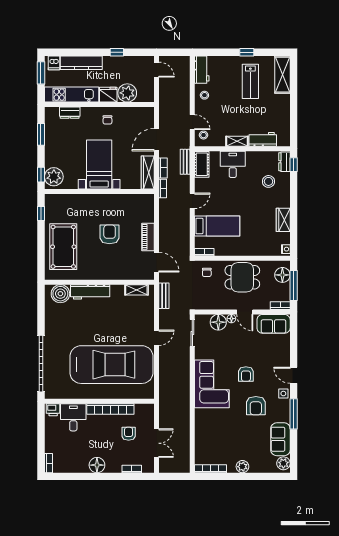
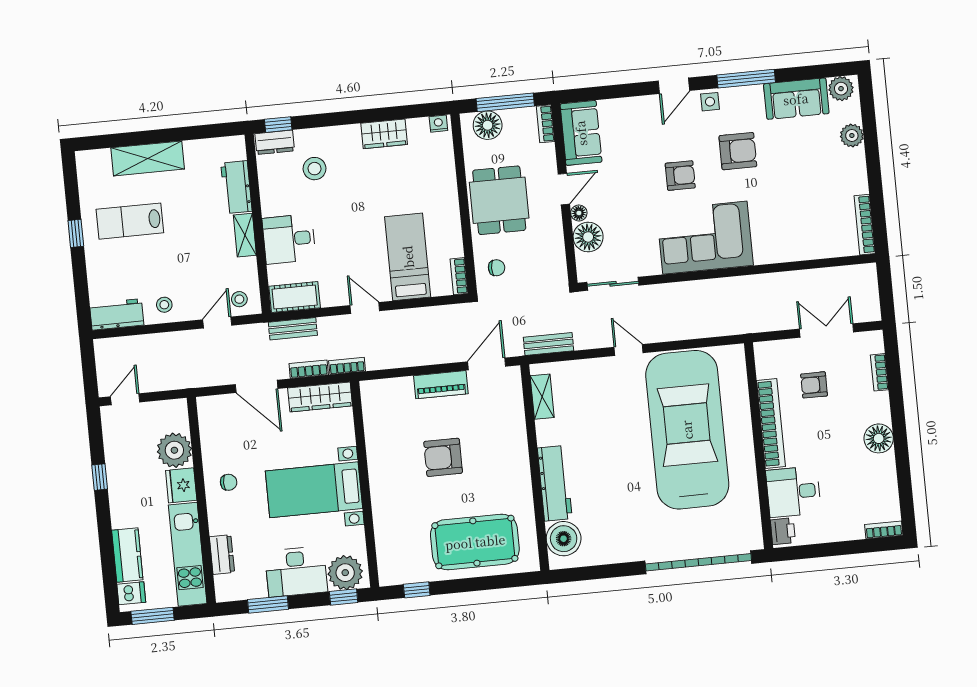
kitchen counter: (81, 63) -> (127, 555), width x0.67
shelving: (283, 75) -> (148, 158), moved
lab bench: (250, 81) -> (130, 221), turned 180
desk: (57, 151) -> (296, 572), added
plant: (242, 467) -> (852, 135), moved

